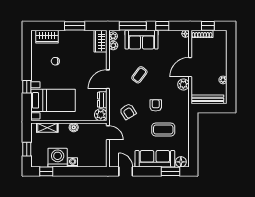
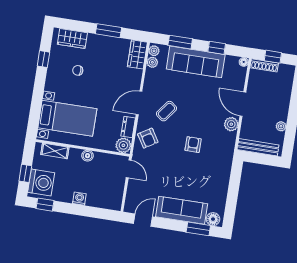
window: (133, 26) -> (180, 42), width x0.69
sofa: (142, 40) -> (196, 62), width x1.36
door: (190, 67) -> (243, 104), hinge flipped
coffee table: (139, 75) -> (166, 111), moved
window: (27, 87) -> (43, 59), moved
armchair: (128, 112) -> (148, 138), moved
coffee table: (163, 130) -> (198, 176), removed
washing machine: (58, 158) -> (41, 183), moved, turned 90
door: (126, 171) -> (143, 220), hinge flipped

